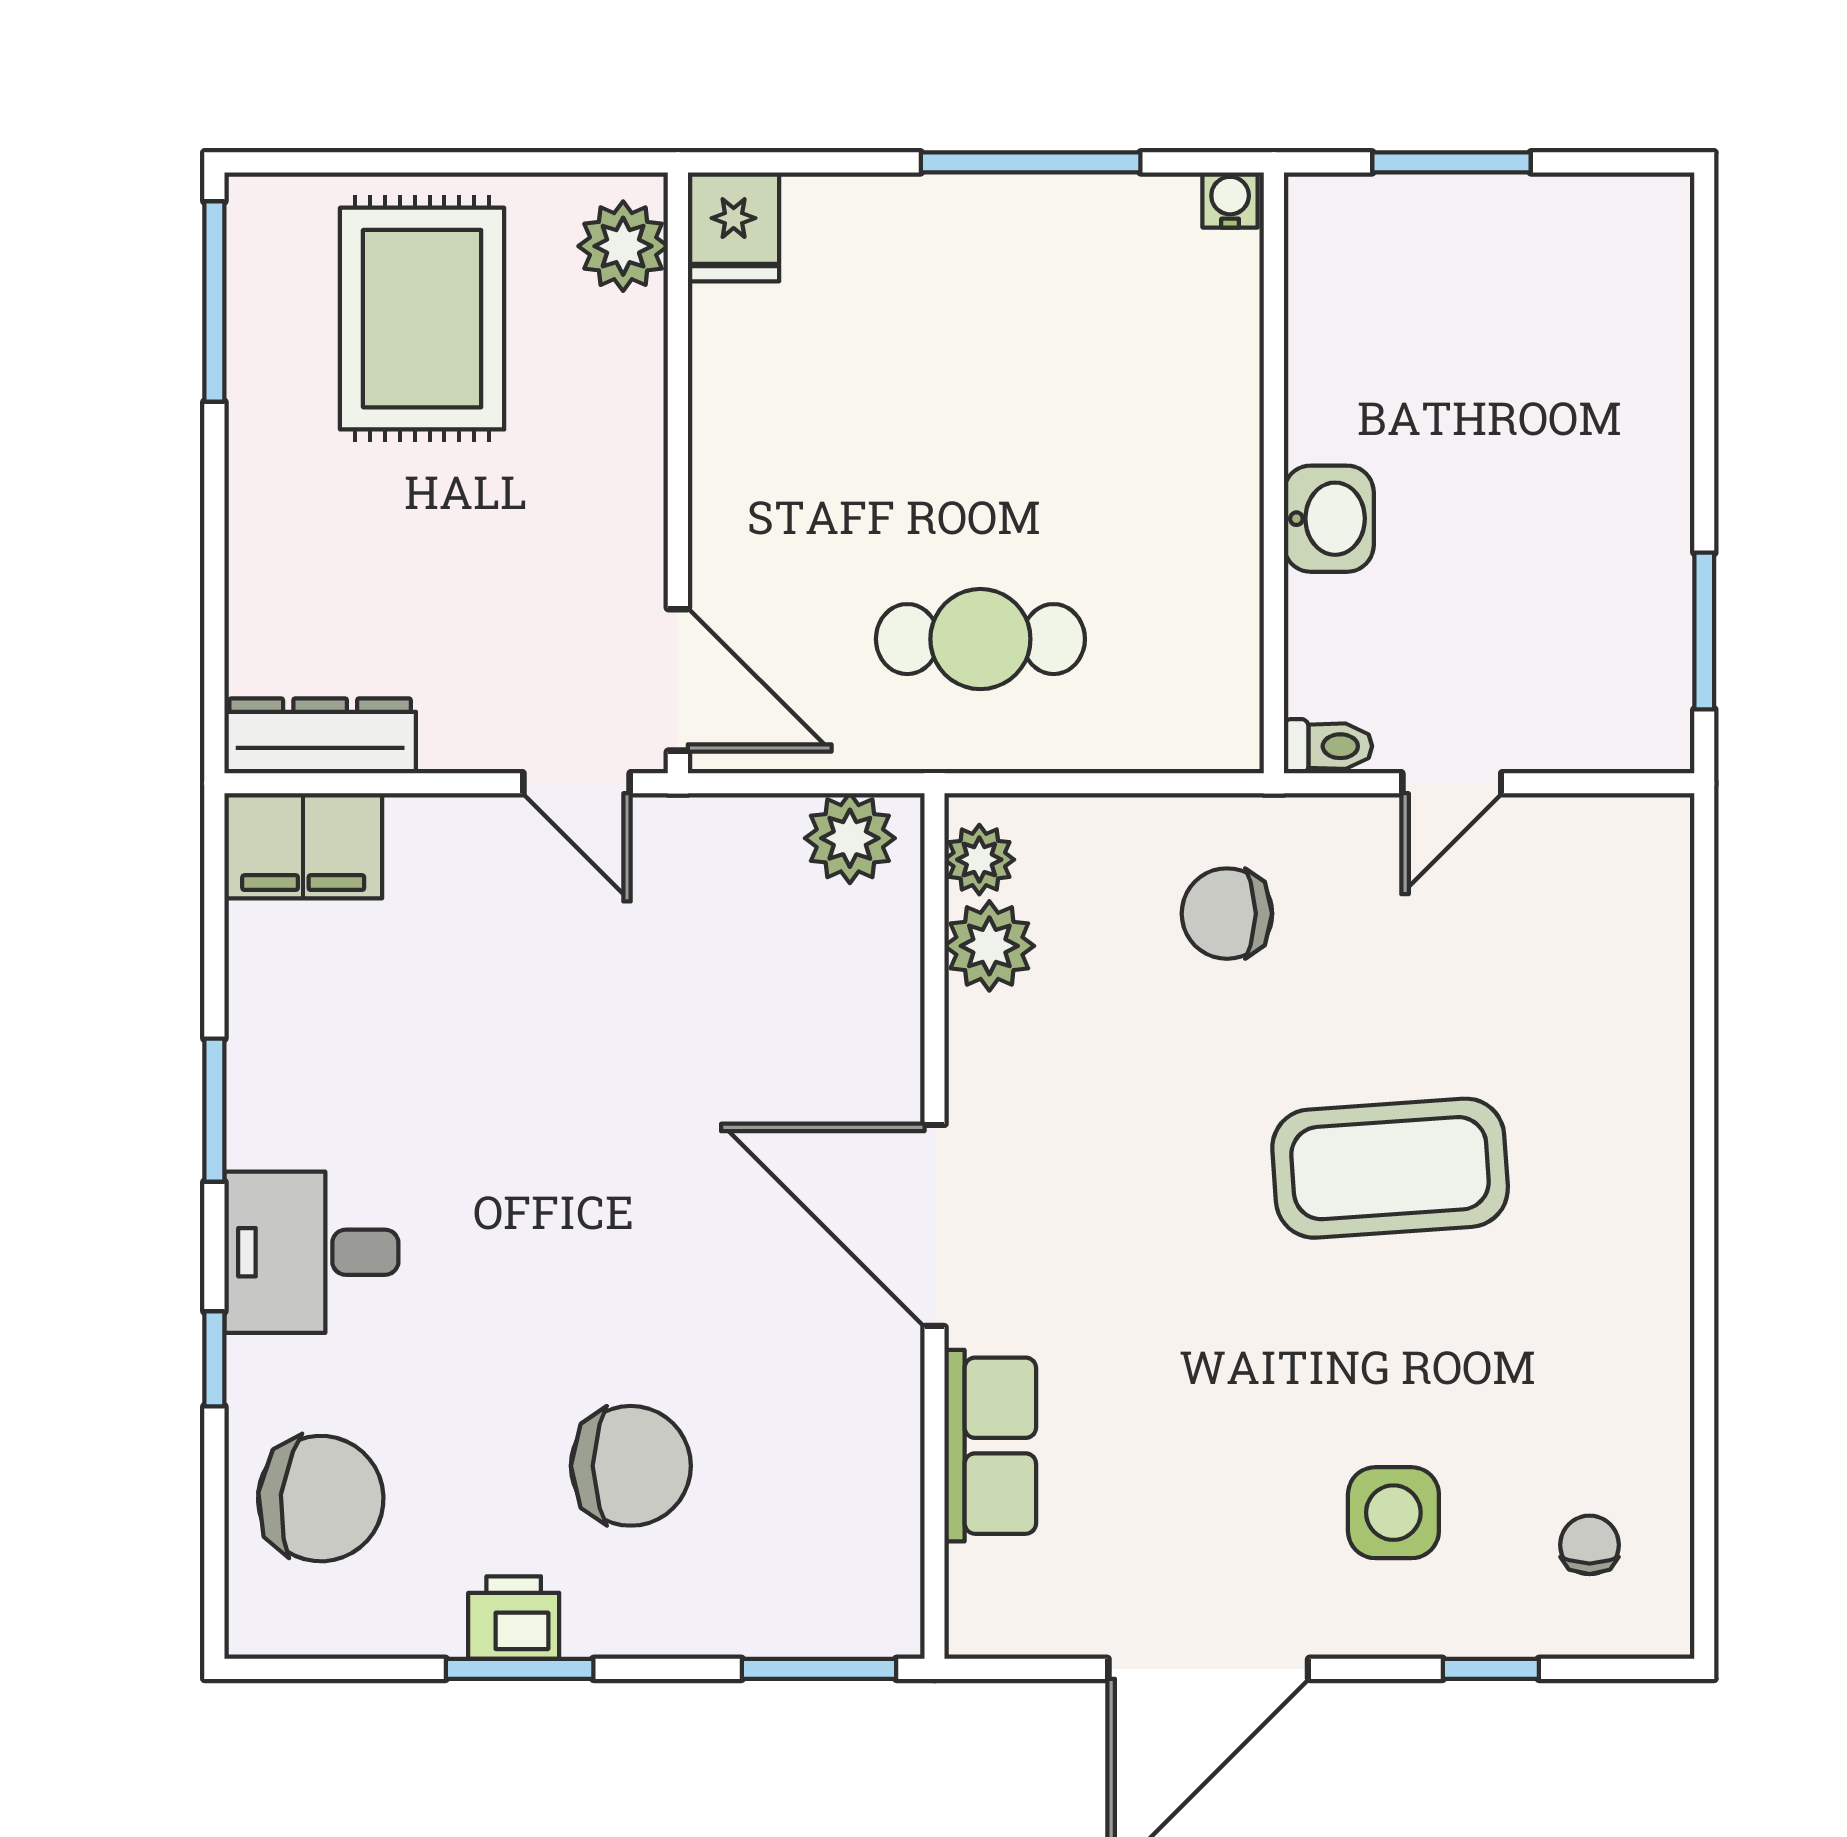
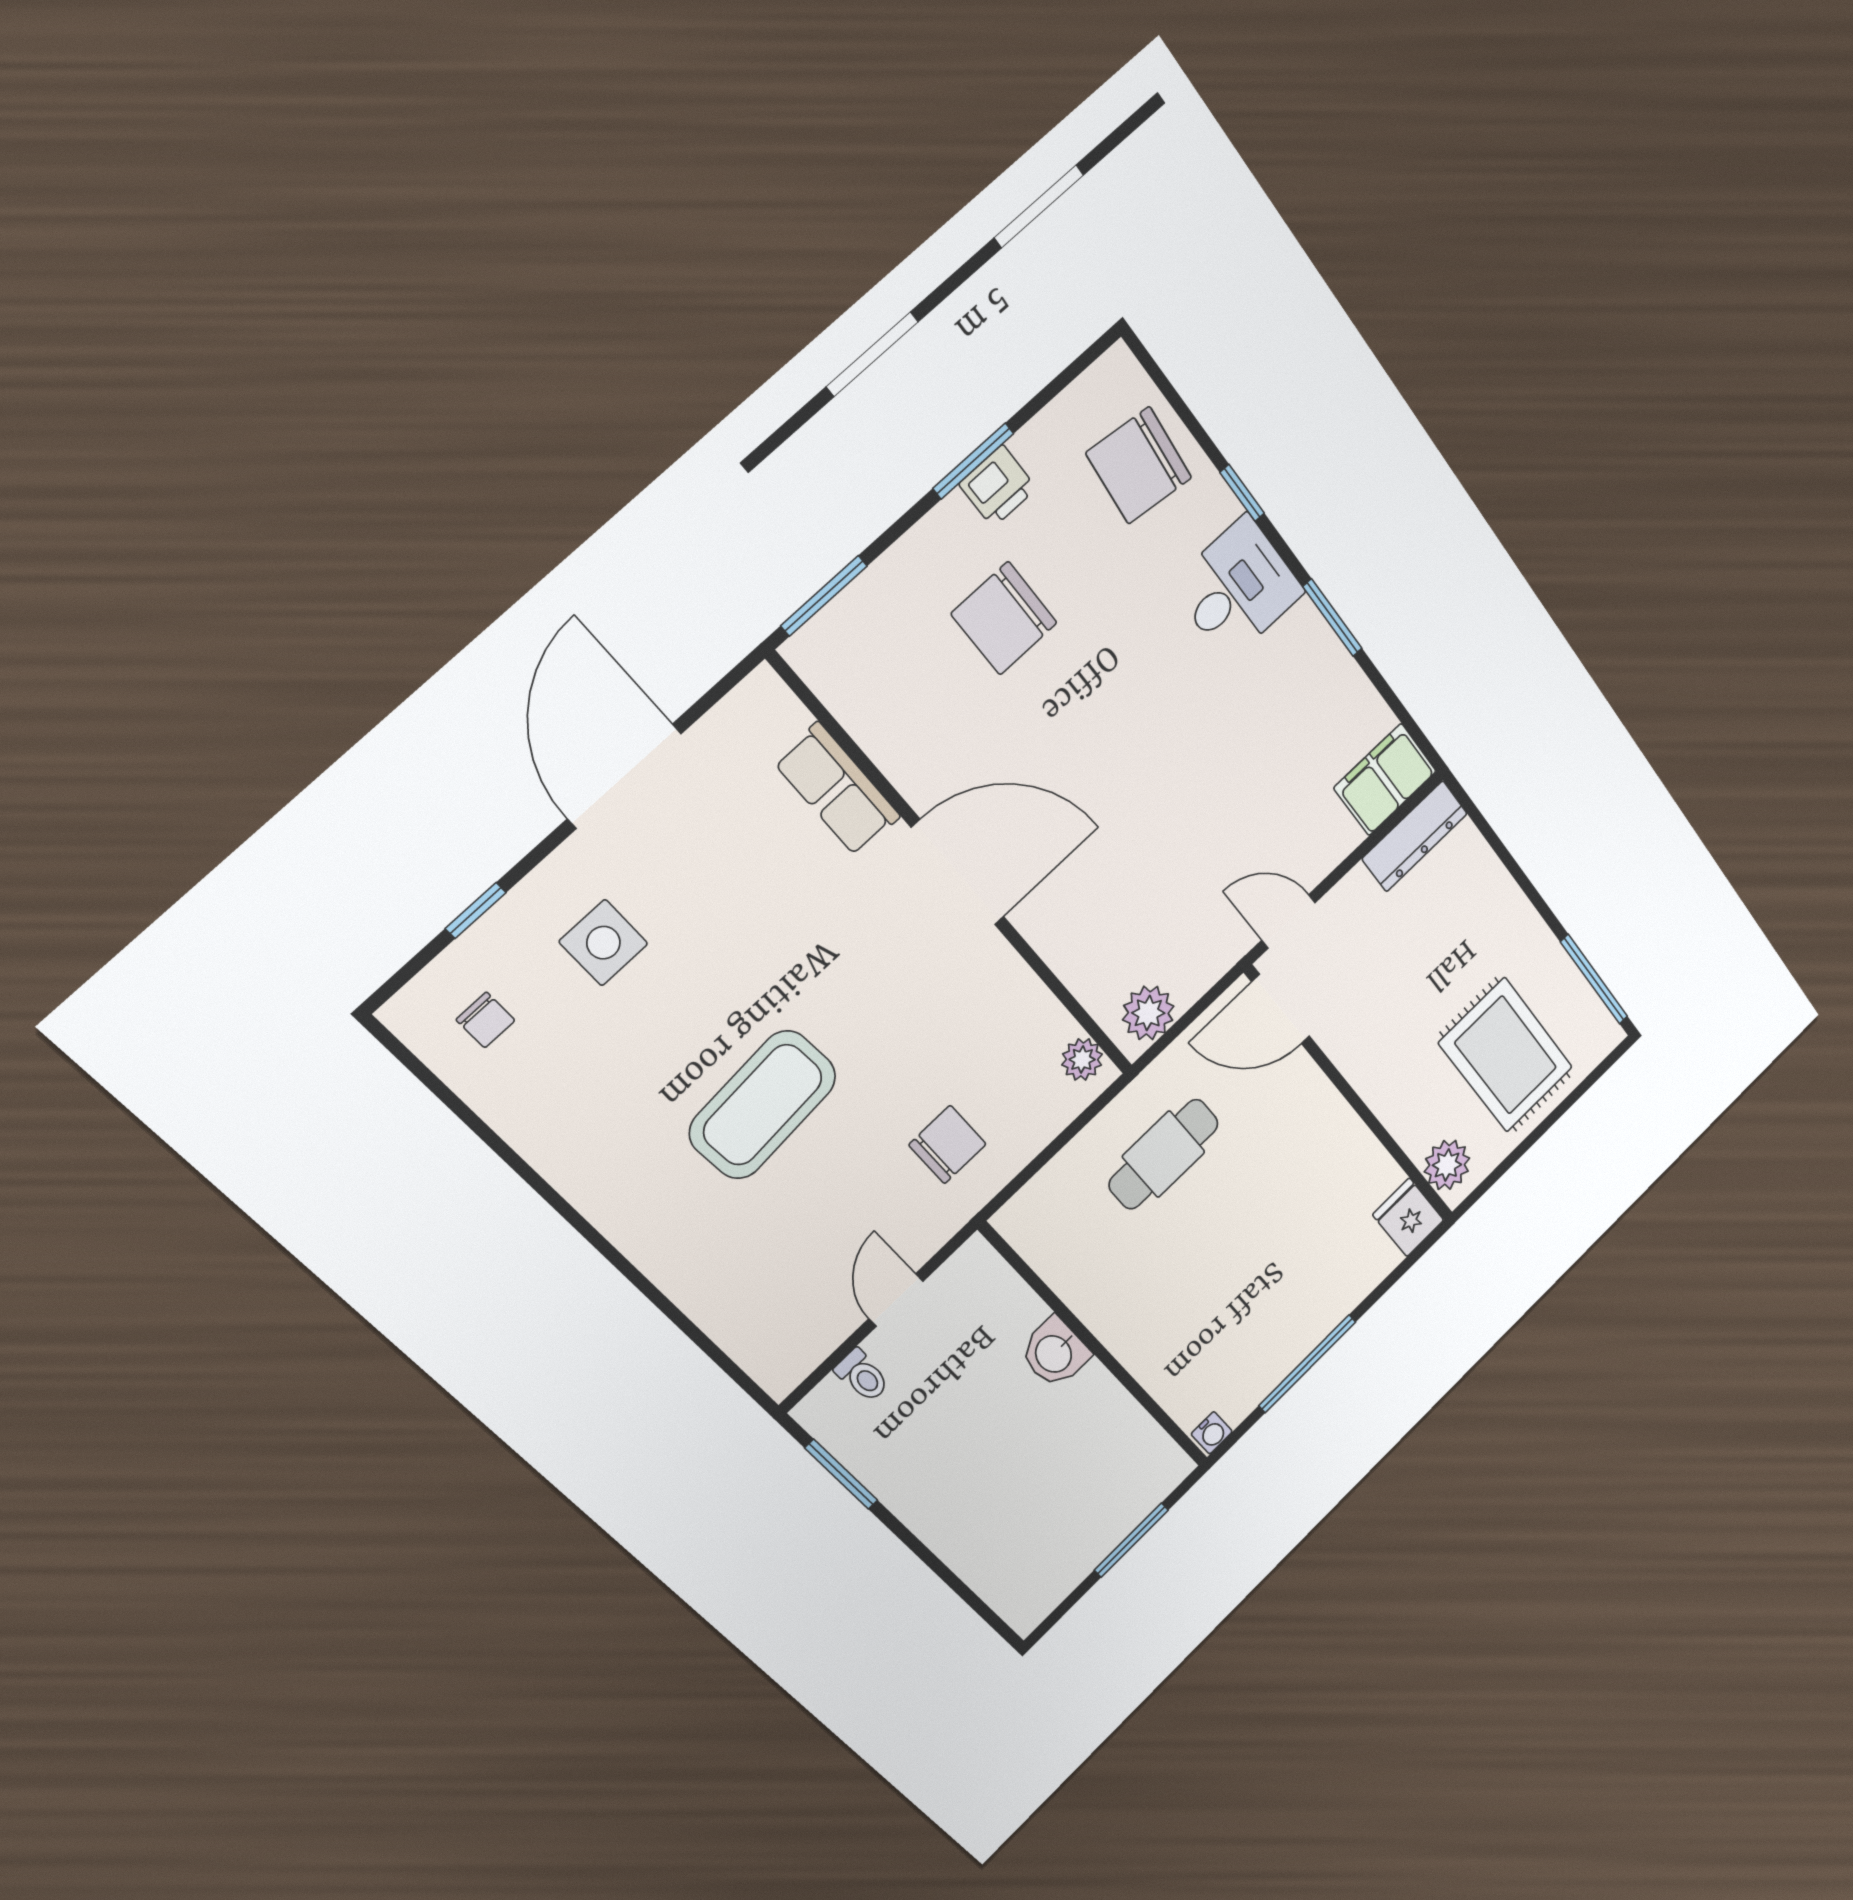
toilet: (1328, 746) -> (862, 1376), moved, turned -90
plant: (989, 946) -> (1044, 1026), removed

